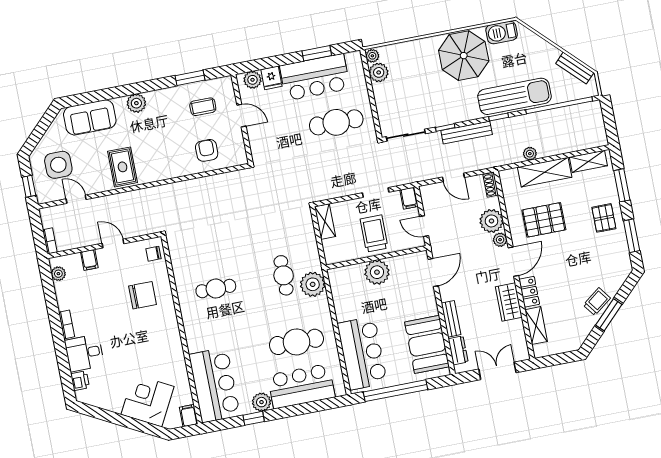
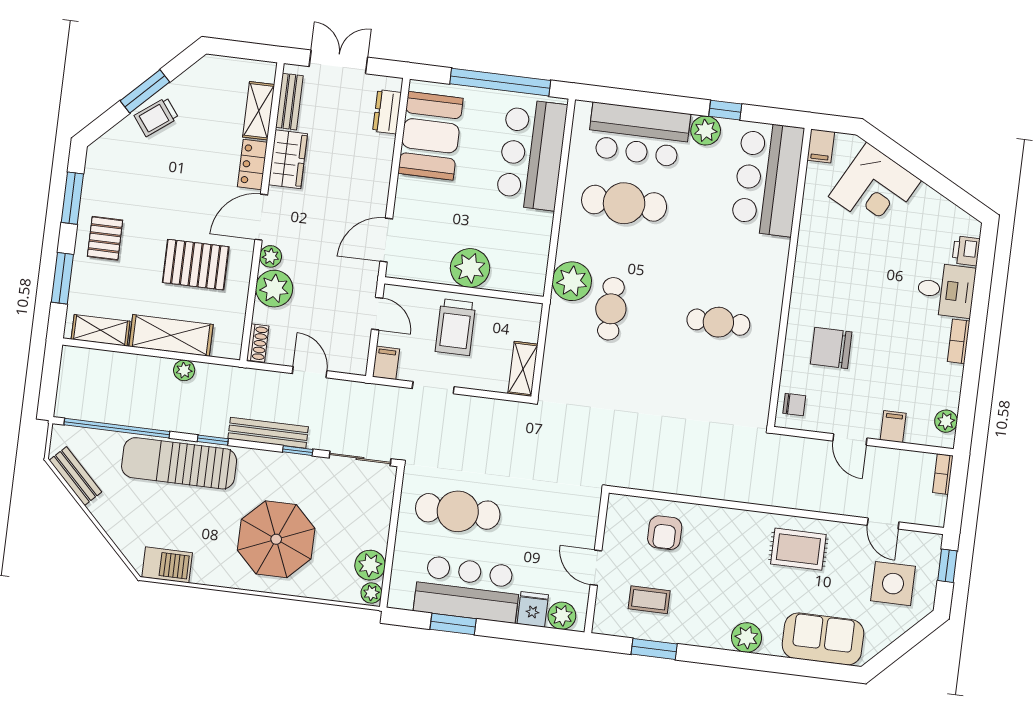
parasol: (464, 56) -> (276, 539), moved
rug: (122, 167) -> (798, 549), turned 90
bench: (451, 319) -> (289, 102), moved
double door: (497, 371) -> (338, 62), swing flipped

